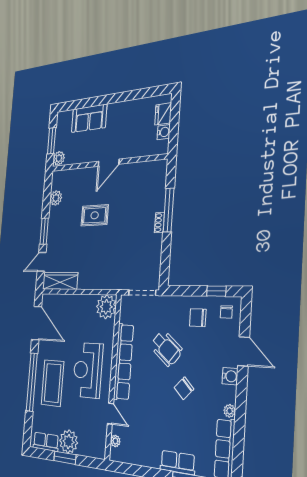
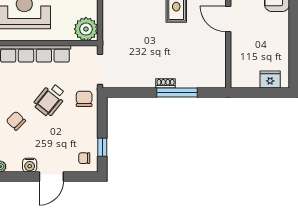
water cooler: (164, 132) -> (252, 81), removed
chair: (198, 318) -> (84, 99), moved

